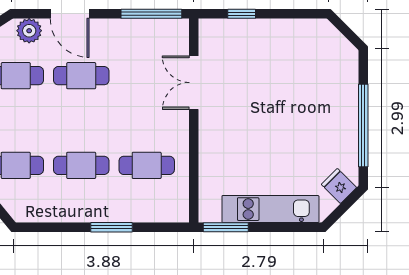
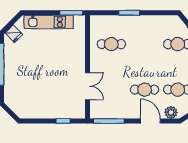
cafe table: (81, 165) -> (145, 44), removed

